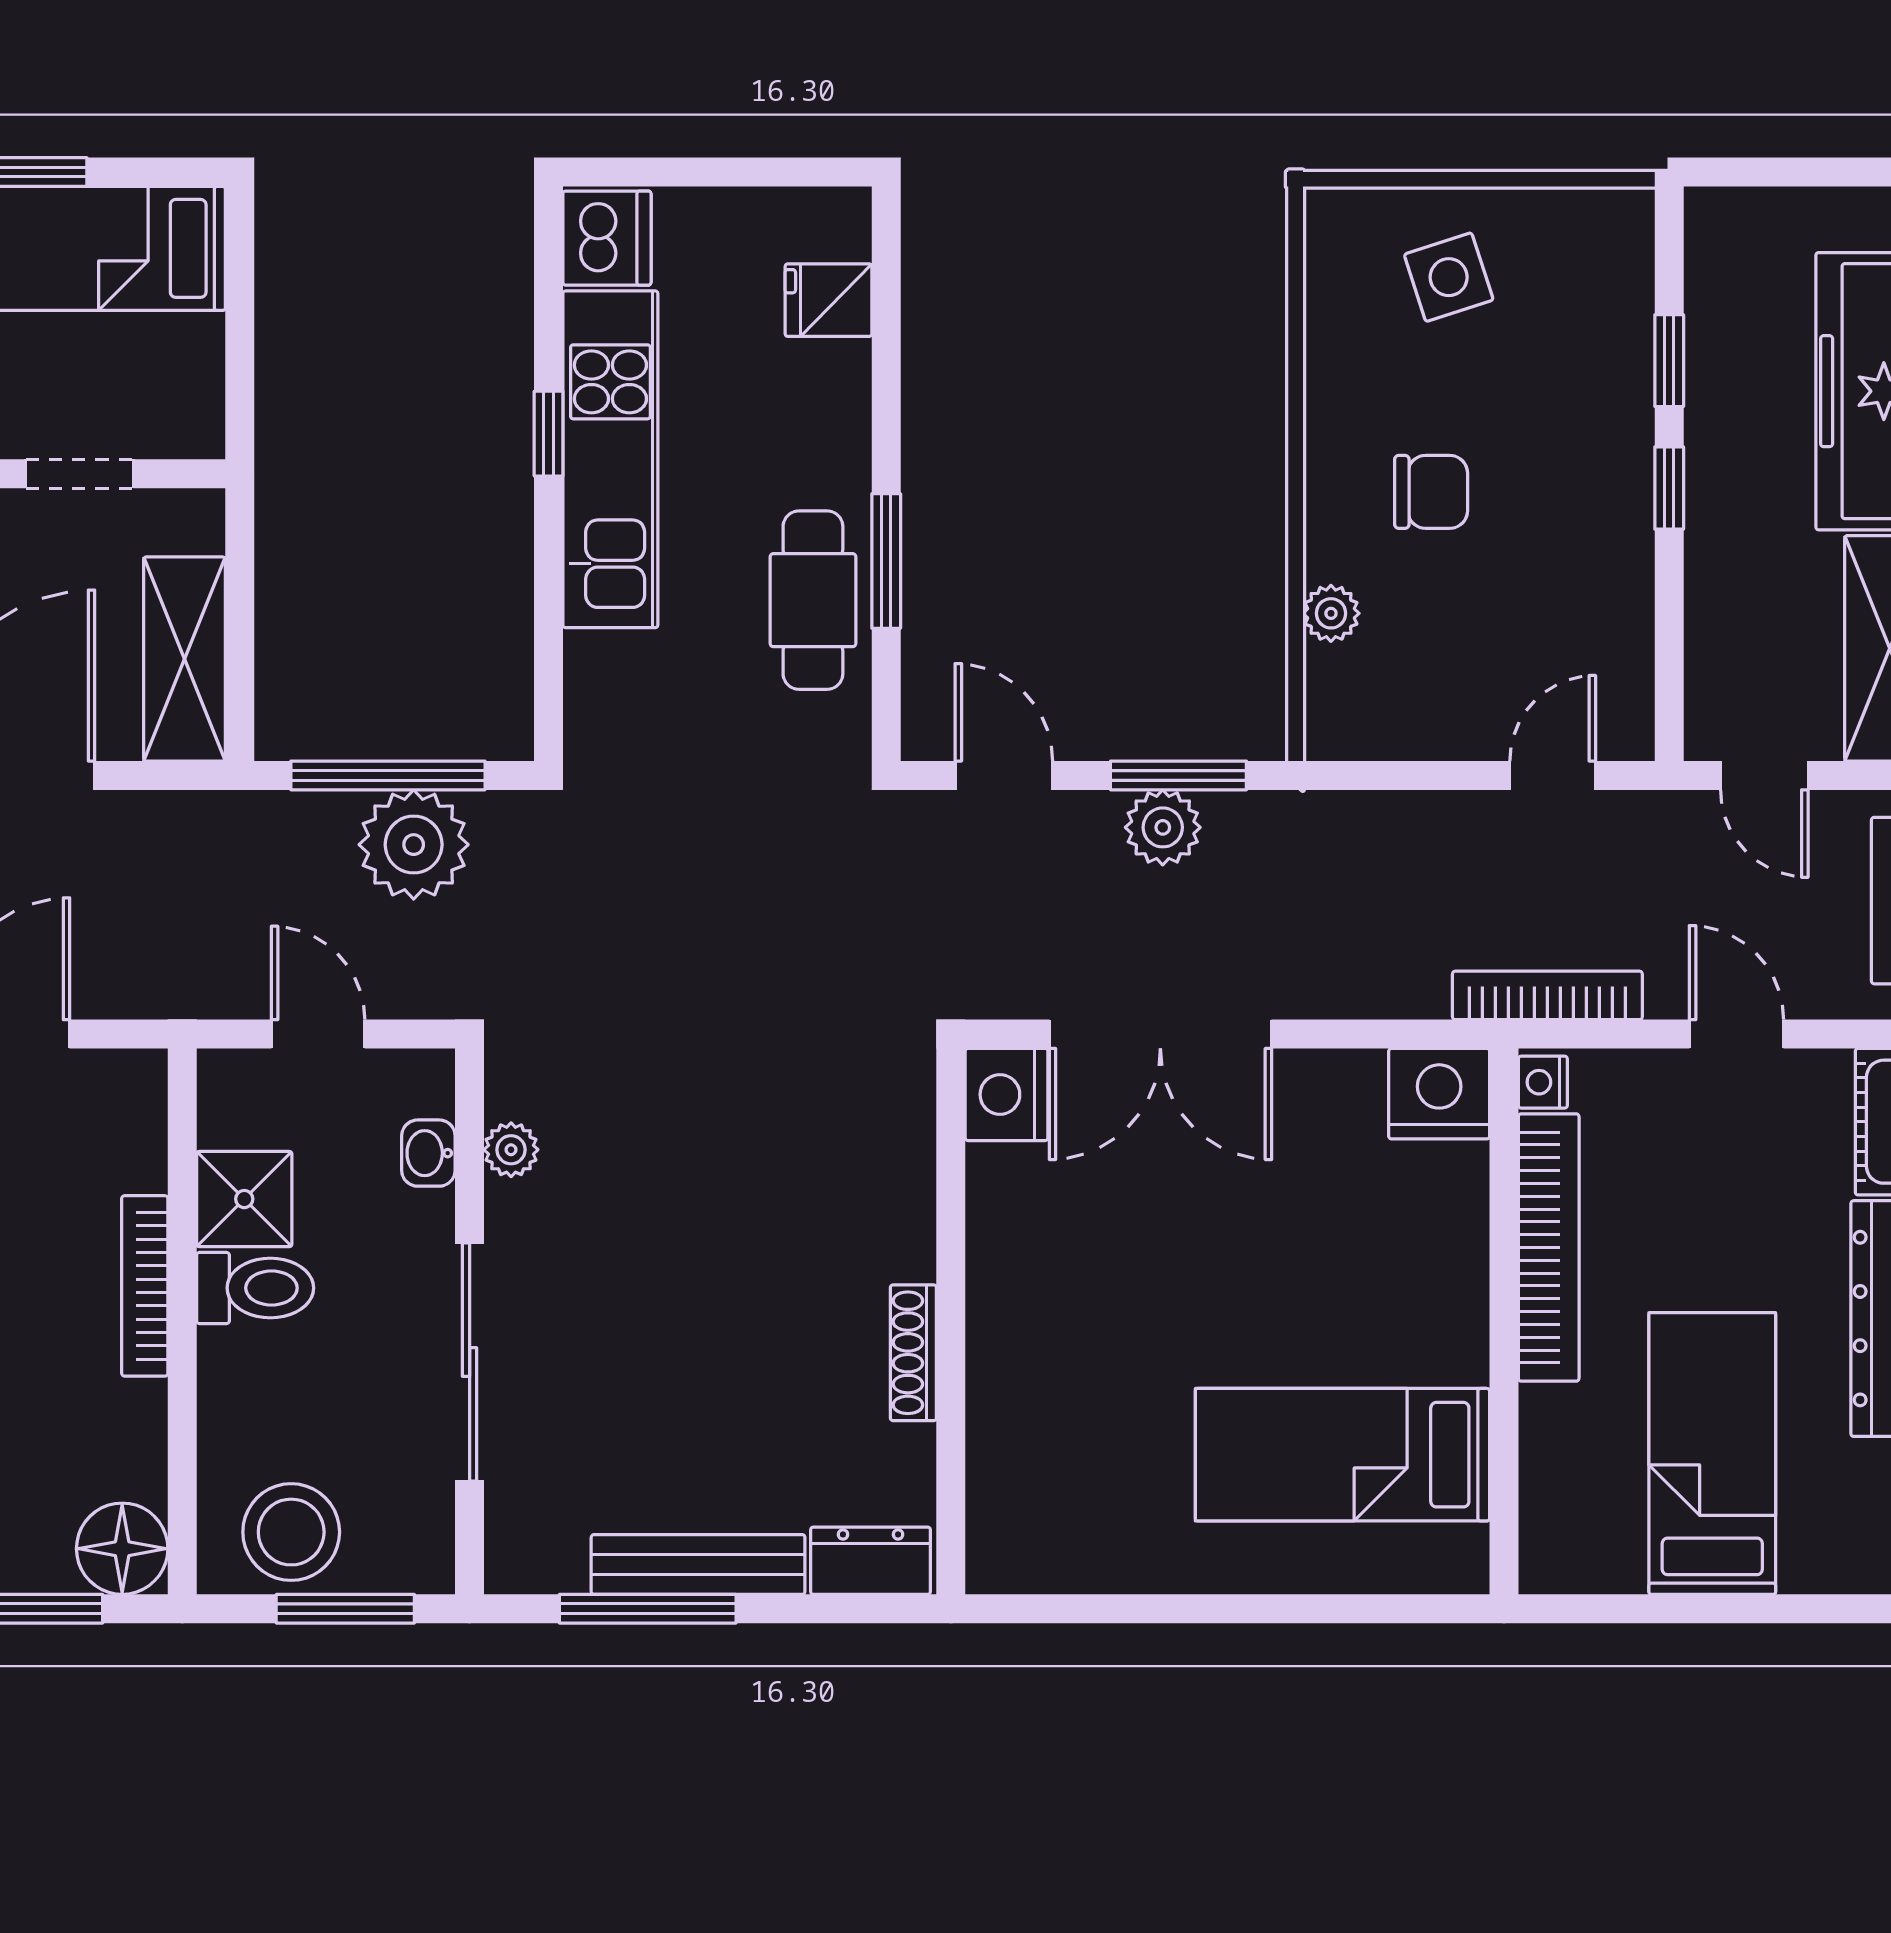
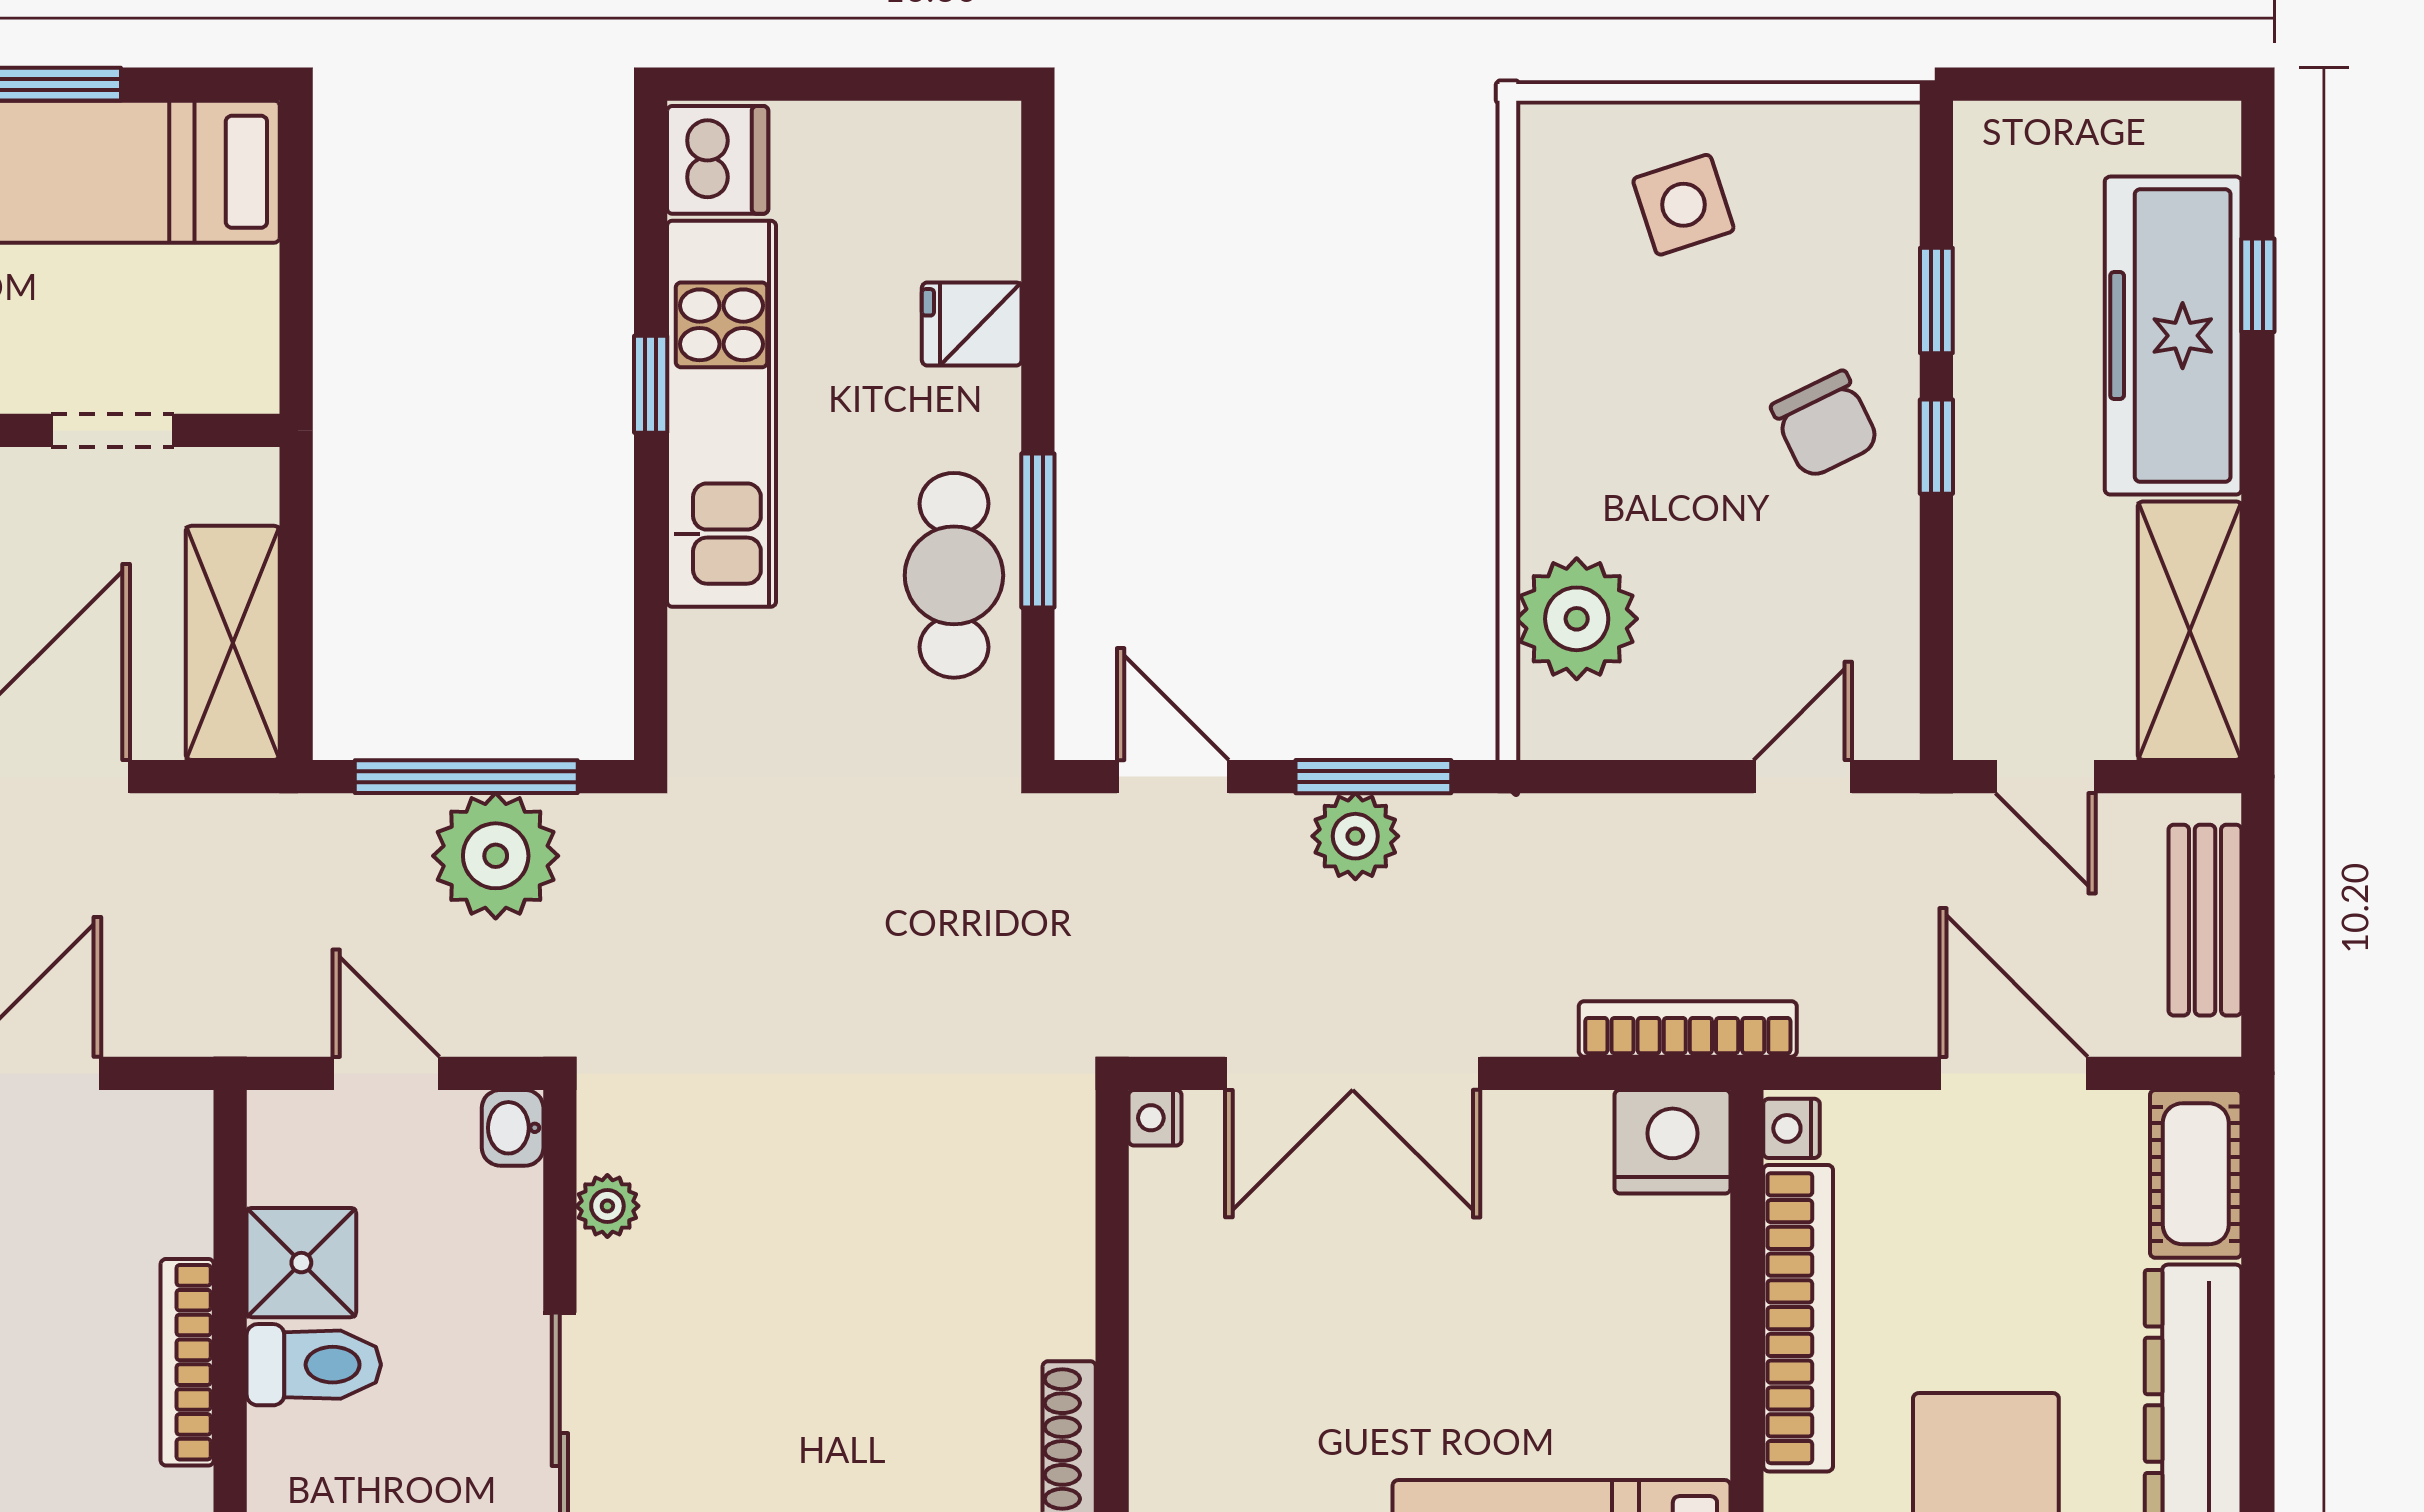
fridge: (828, 300) -> (972, 324), moved
chair: (1431, 492) -> (1825, 425), moved, turned 64
plant: (1331, 613) -> (1577, 619), width x1.88, depth x1.88
bookcase: (1547, 995) -> (1688, 1029), moved
door: (1736, 1034) -> (2014, 1073), width x1.38
nightstand: (1007, 1095) -> (1155, 1118), width x0.53, depth x0.56
washbasin: (428, 1153) -> (513, 1128), moved

